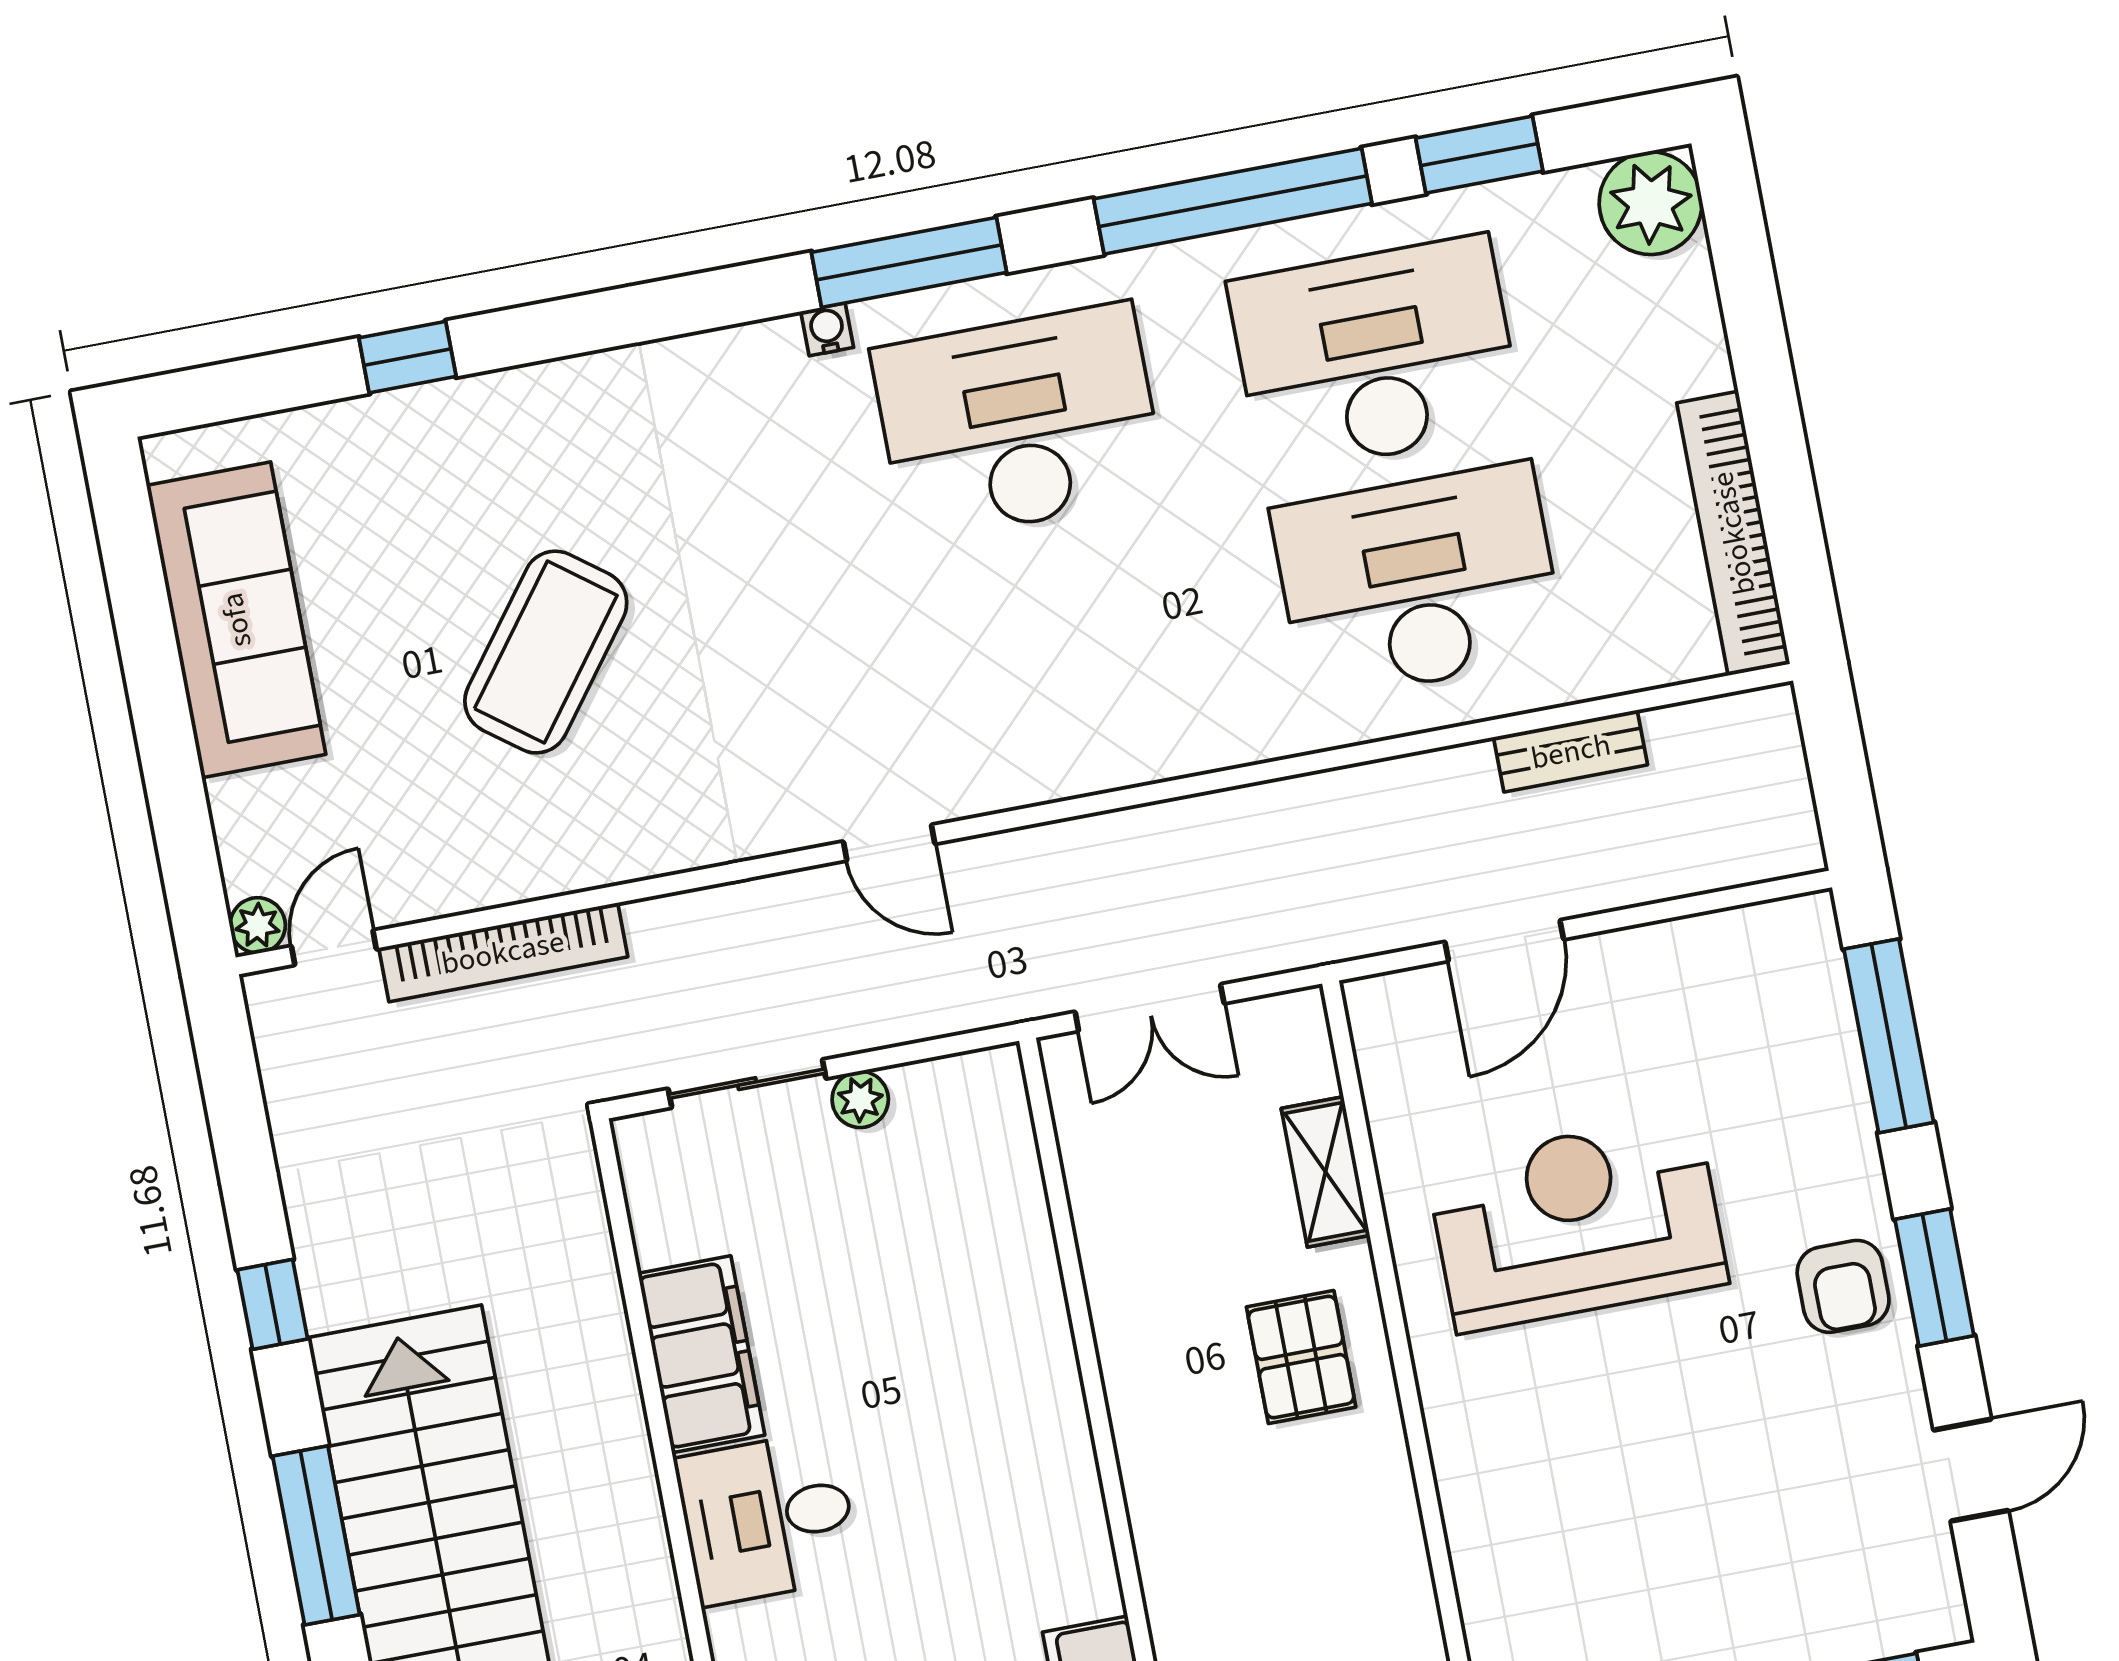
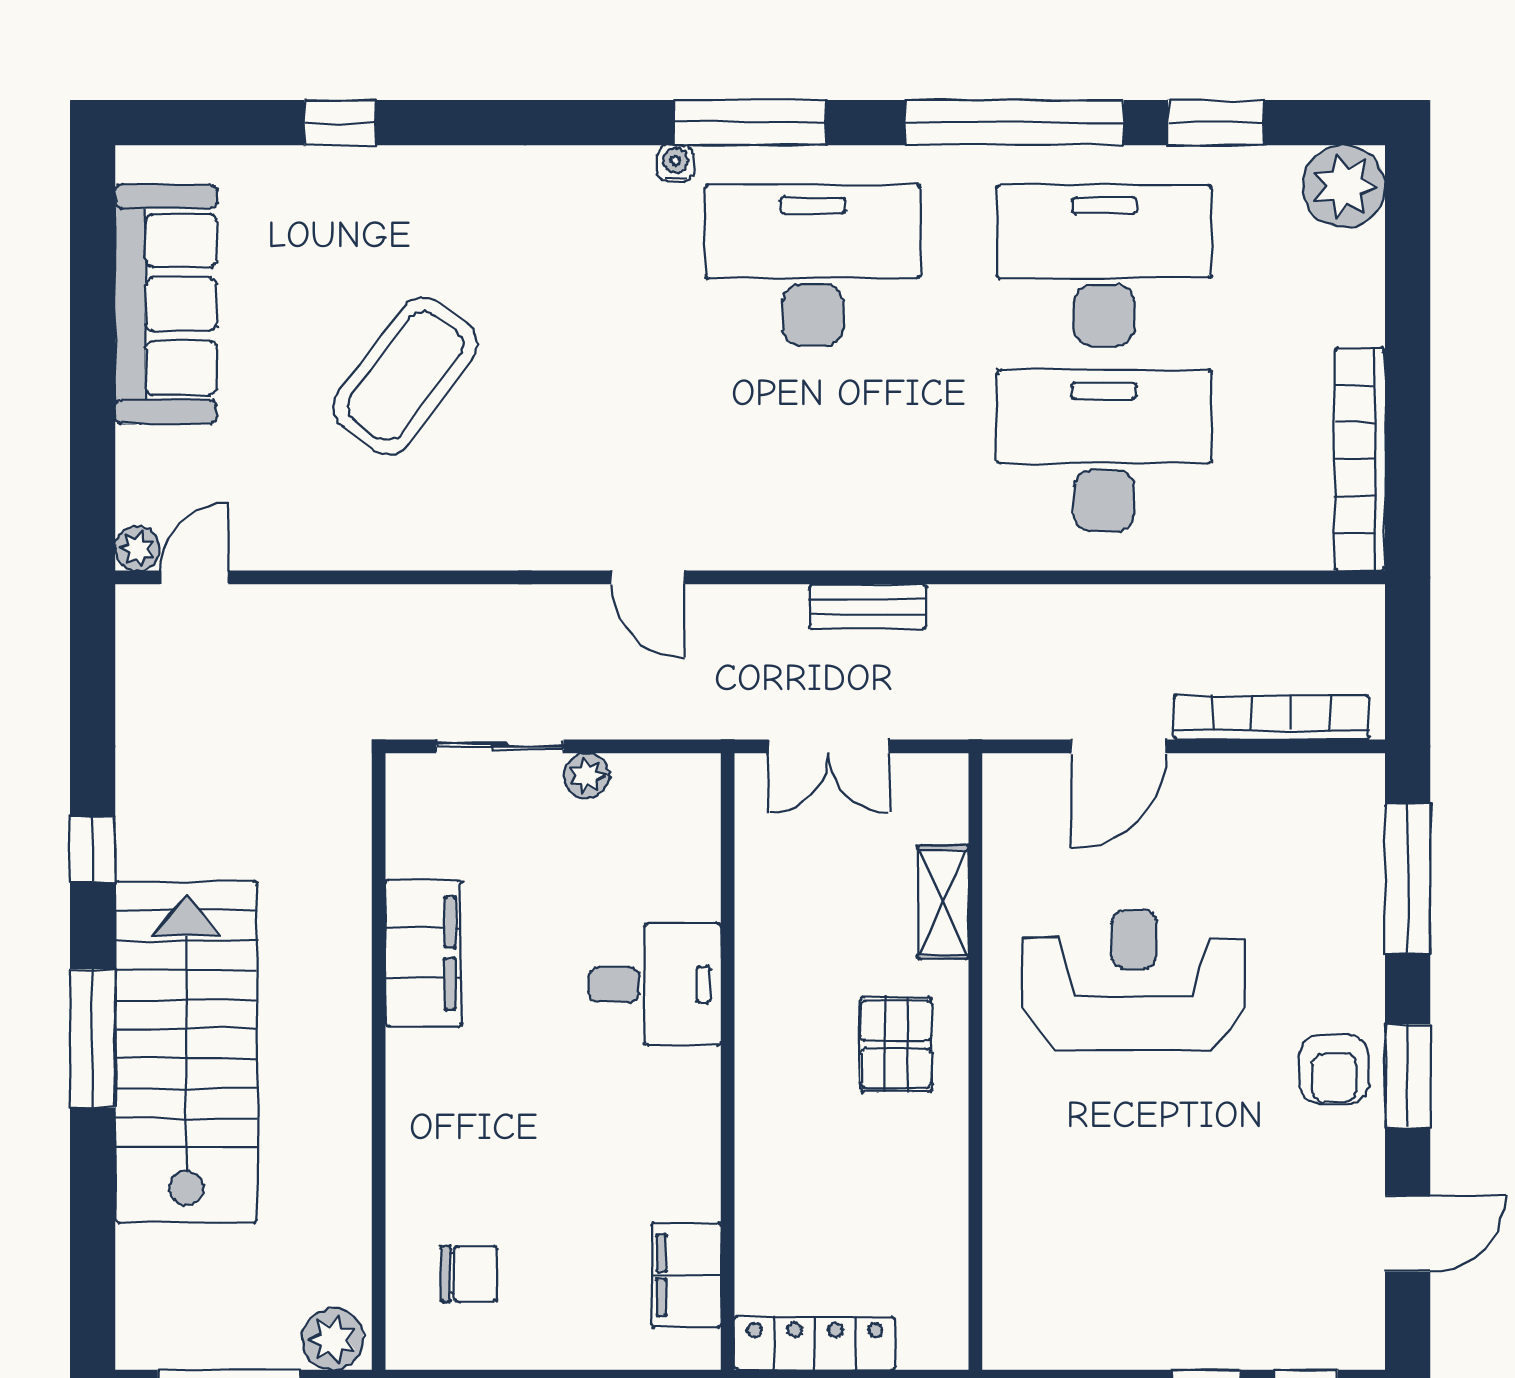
bench: (1571, 751) -> (868, 607), moved
bookcase: (503, 952) -> (1271, 717), moved, turned 180
desk: (768, 1518) -> (655, 984), moved, turned 180

